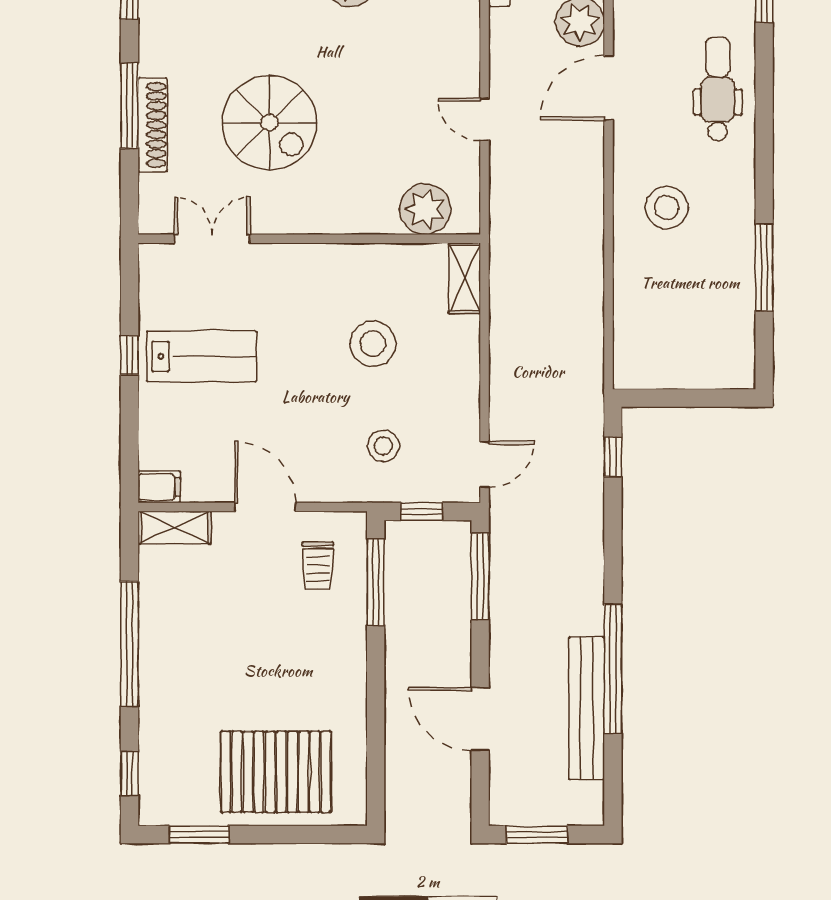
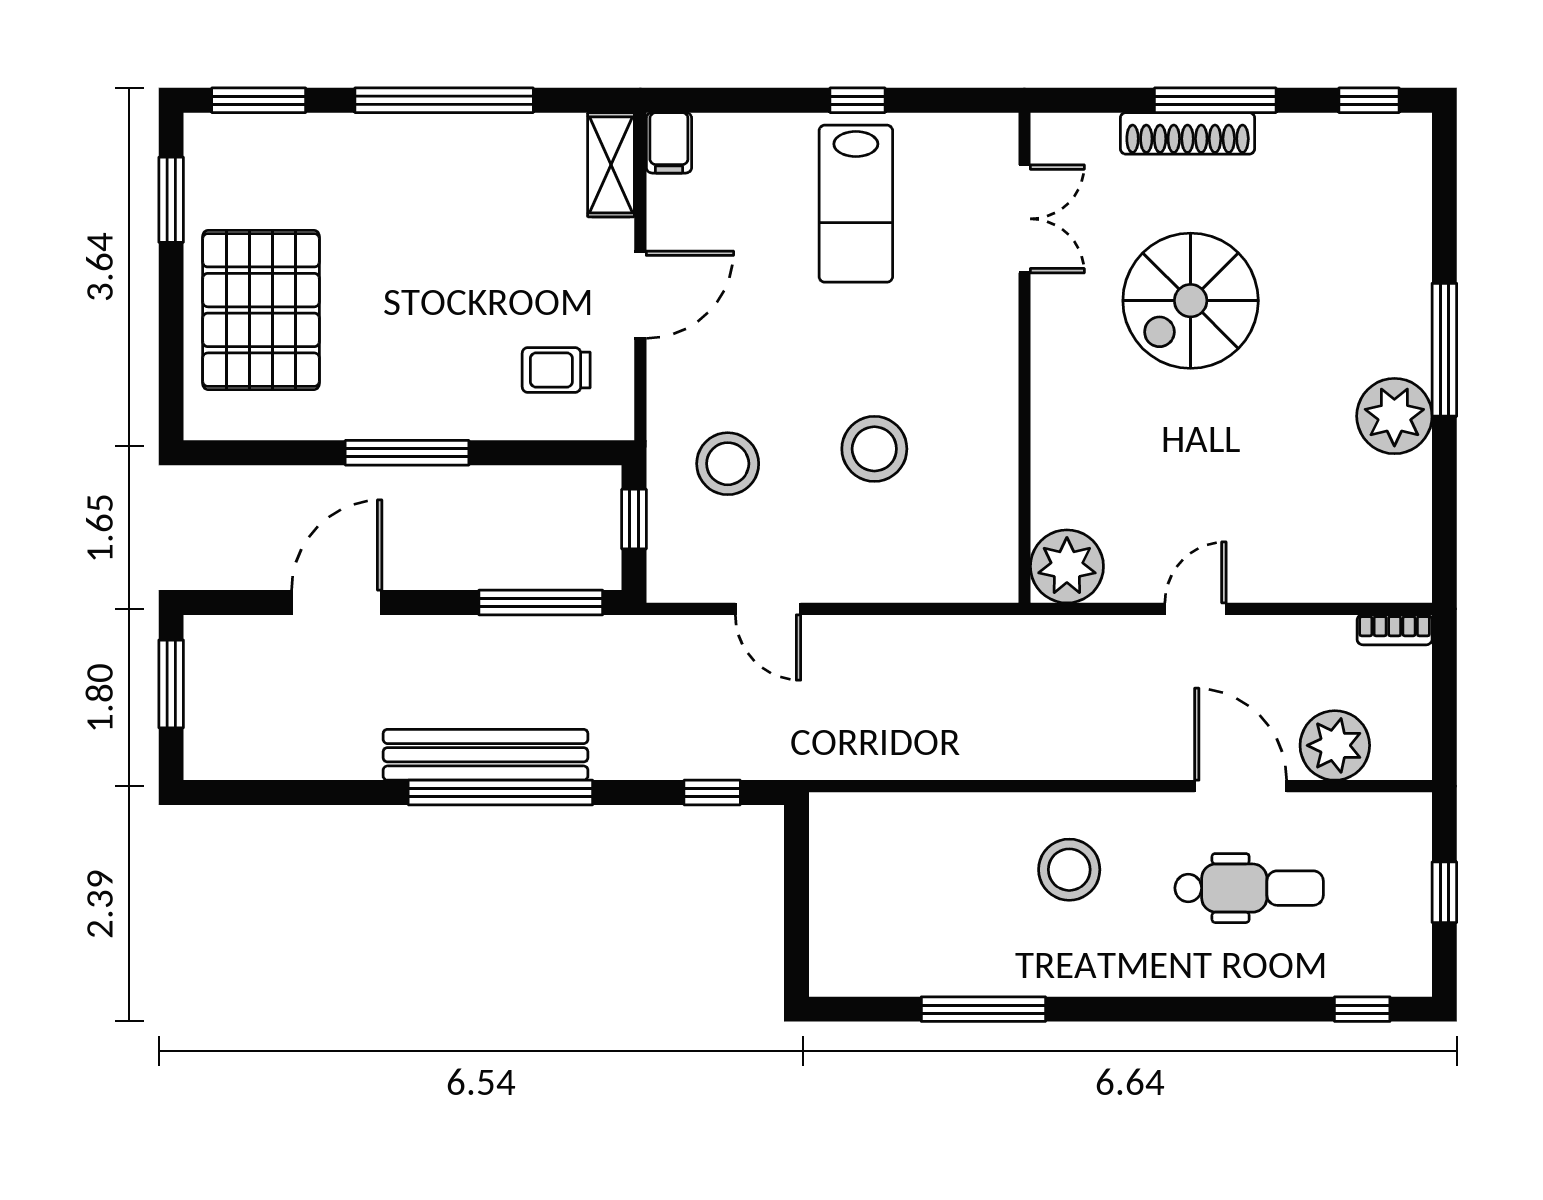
dental chair: (718, 89) -> (1249, 888), moved
plant: (425, 209) -> (1067, 566), moved
shelving: (465, 278) -> (968, 580), removed
stool: (383, 446) -> (728, 464), width x1.38, depth x1.38
door: (485, 464) -> (768, 609), moved
window: (376, 582) -> (407, 453), moved
window: (613, 669) -> (500, 793), moved
bench: (586, 708) -> (486, 755), moved
window: (129, 773) -> (259, 100), width x1.50

